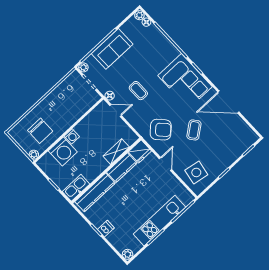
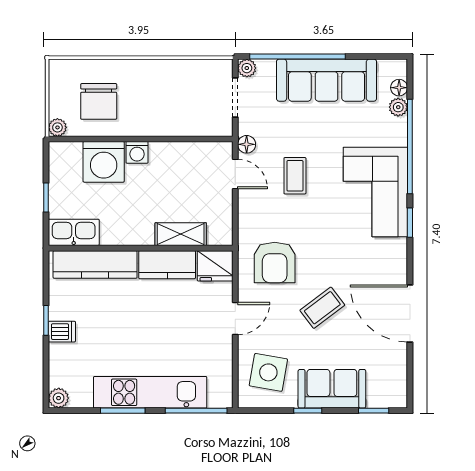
plant: (139, 15) -> (398, 107), moved
sofa: (112, 49) -> (326, 80), width x1.36
corner sofa: (185, 81) -> (375, 192), moved
armchair: (161, 130) -> (275, 262), turned 44
sofa: (225, 157) -> (332, 389), added

